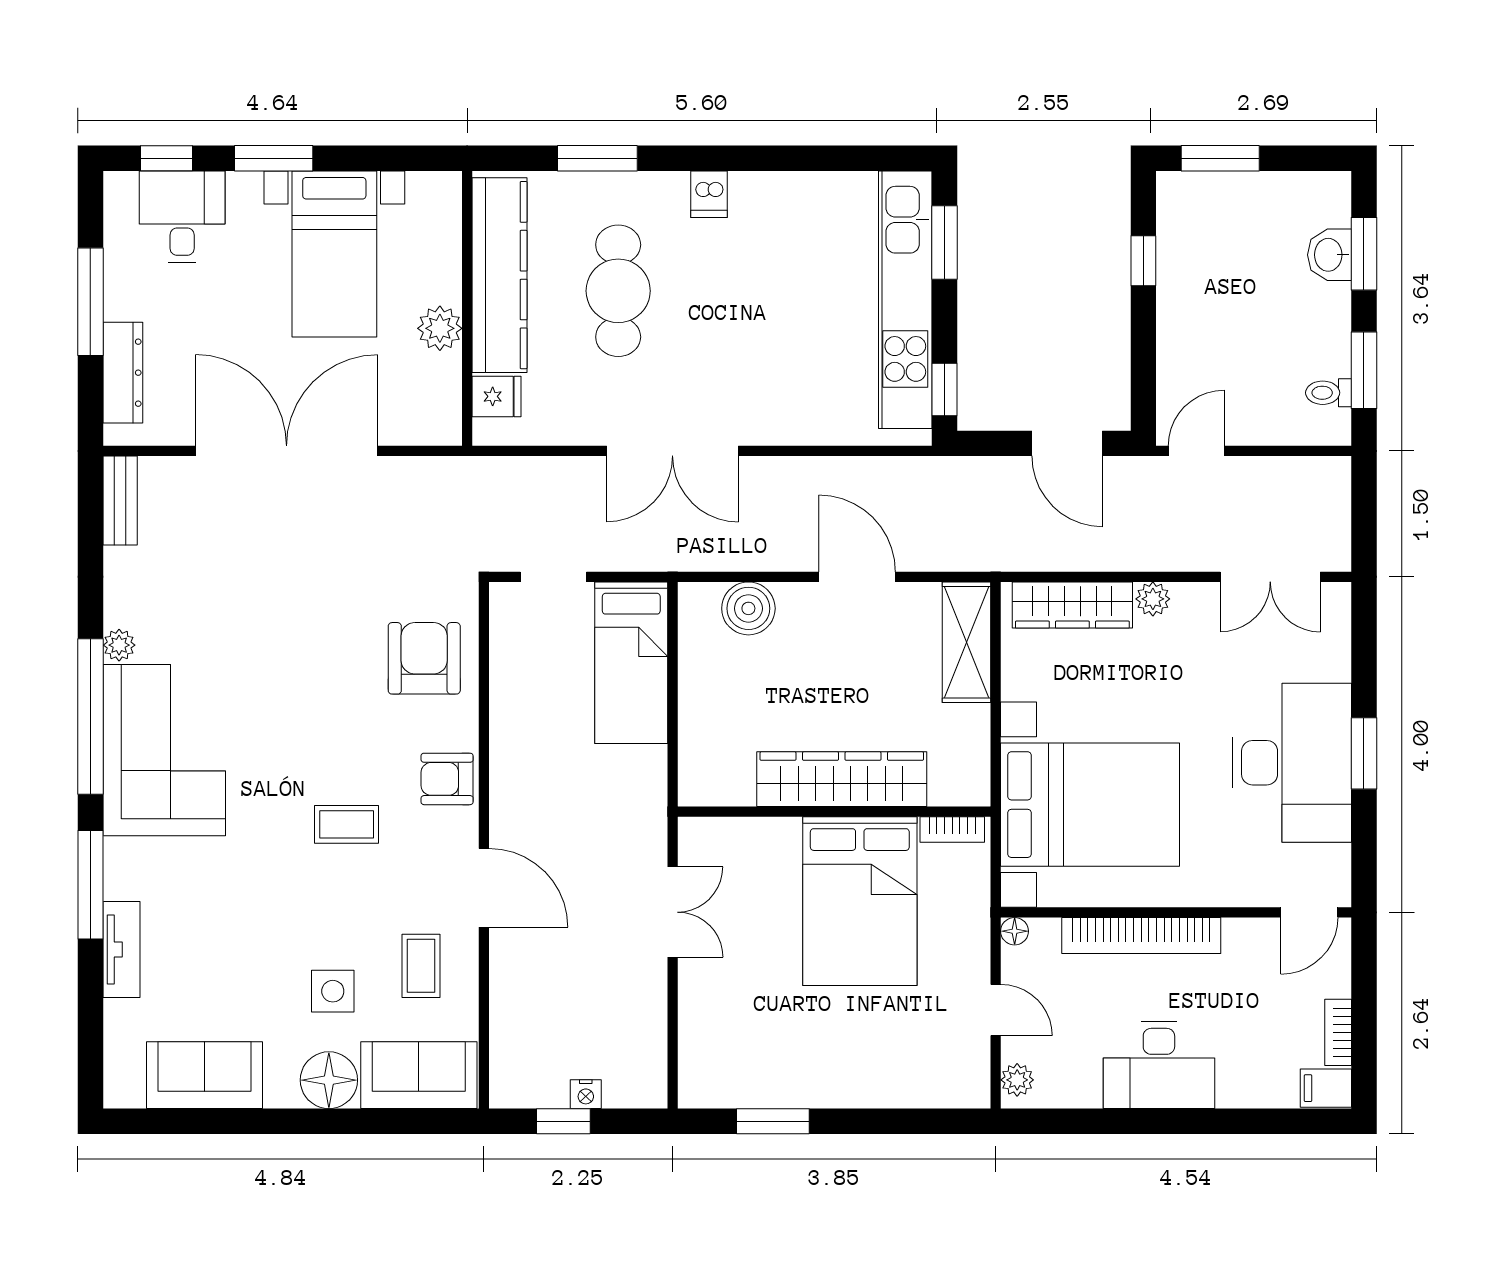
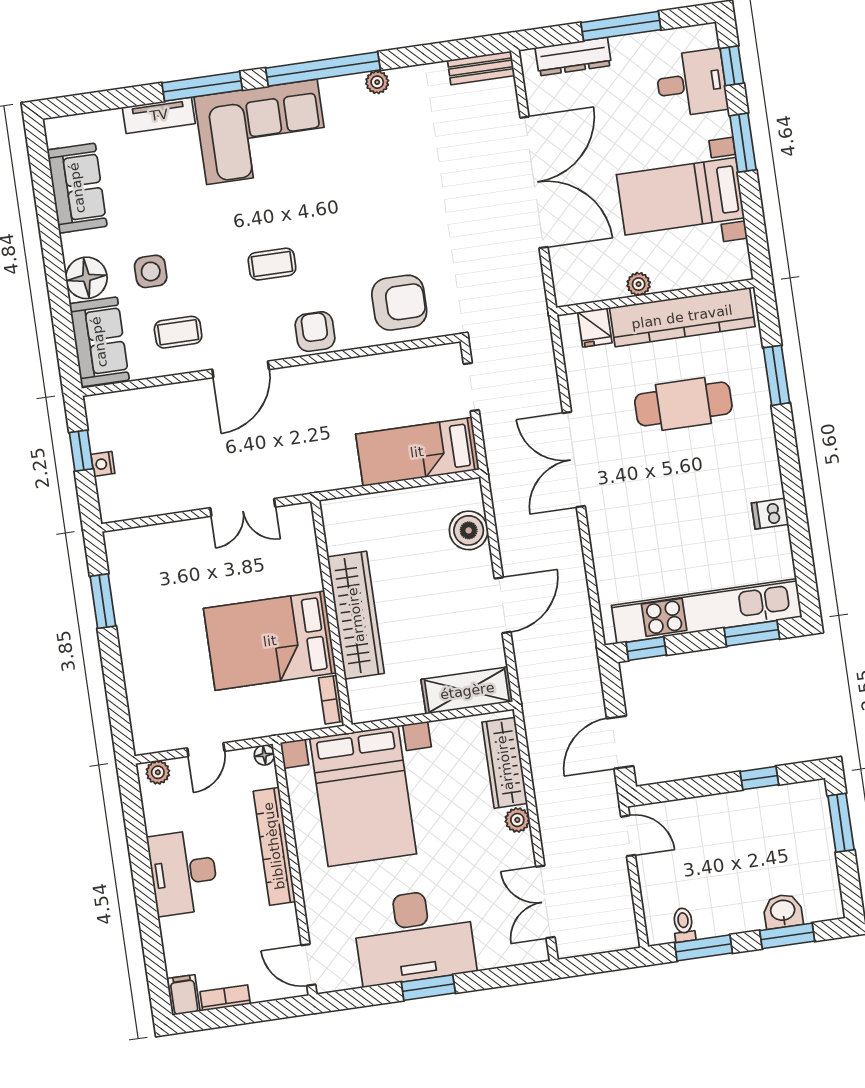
dishwasher: (709, 194) -> (770, 514), moved
plant: (440, 328) -> (639, 284), width x0.73, depth x0.73
corner sofa: (164, 750) -> (262, 132), moved
coffee table: (347, 824) -> (272, 264), turned 90

